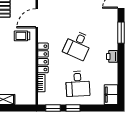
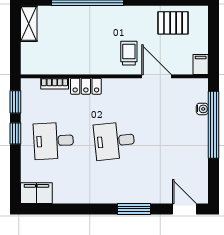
desk: (78, 45) -> (114, 141), turned -30
printer: (112, 56) -> (97, 195), removed
locker: (43, 58) -> (86, 86), width x0.66

